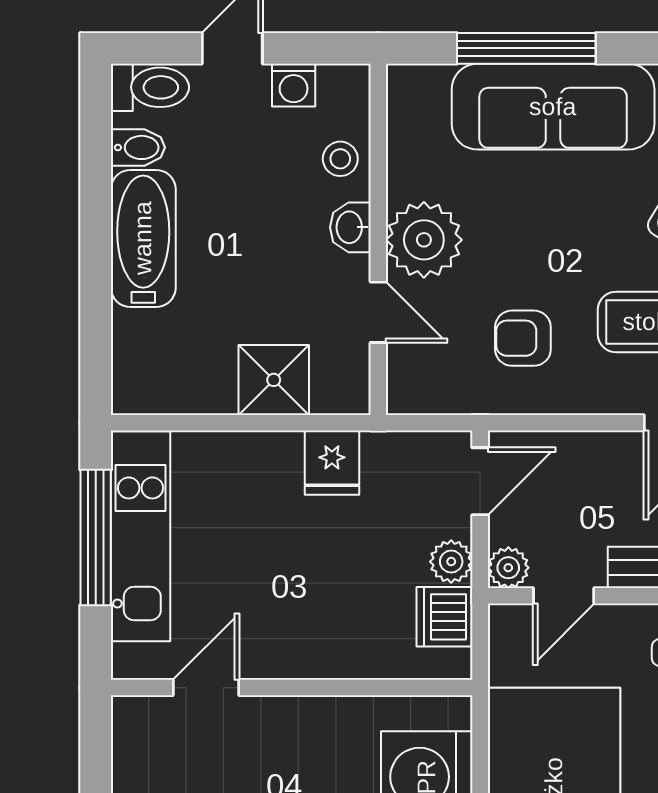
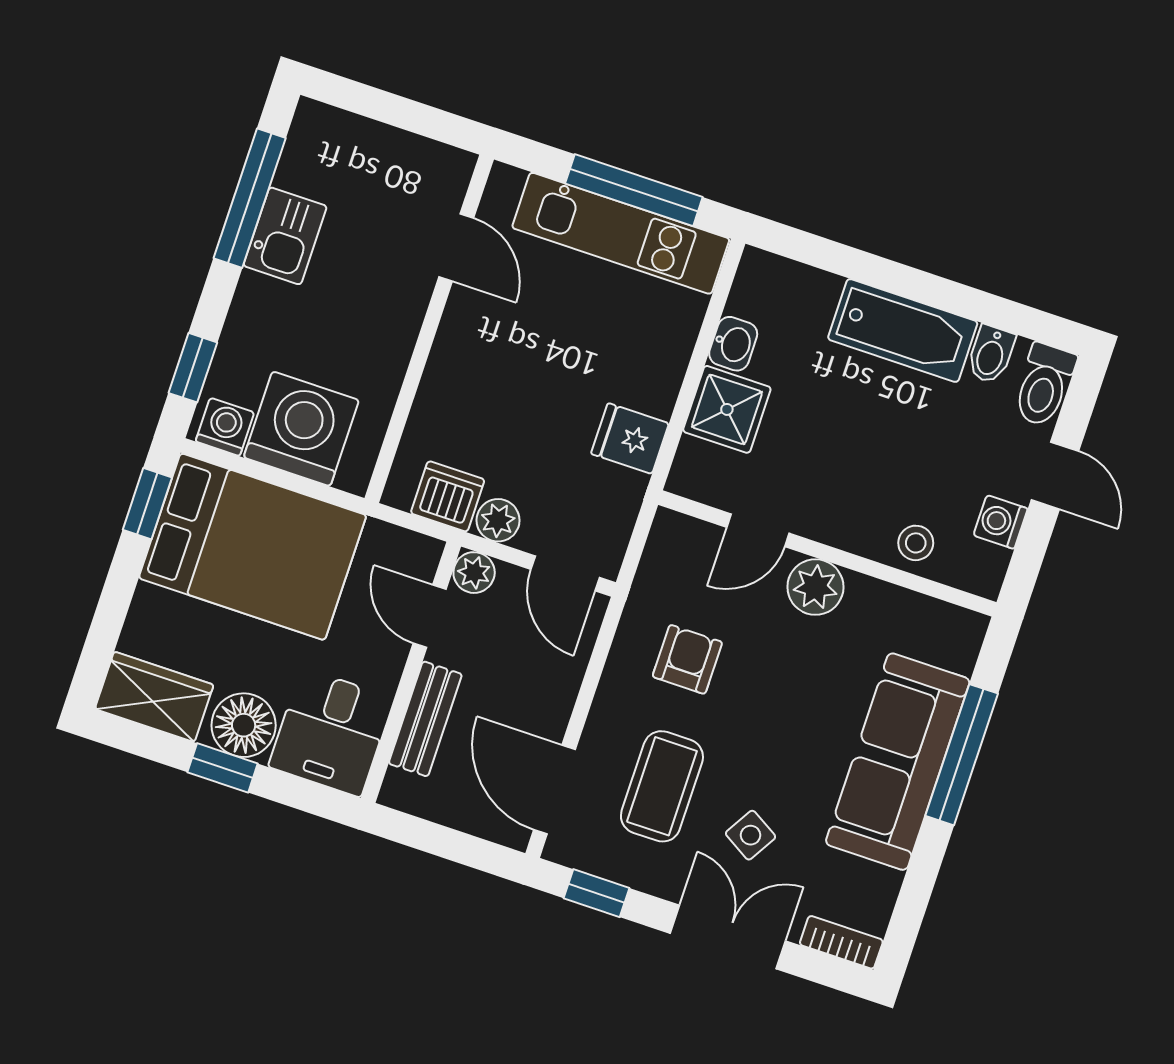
washbasin: (350, 227) -> (733, 344), moved, turned 90
plant: (424, 240) -> (815, 587), width x0.73, depth x0.73

